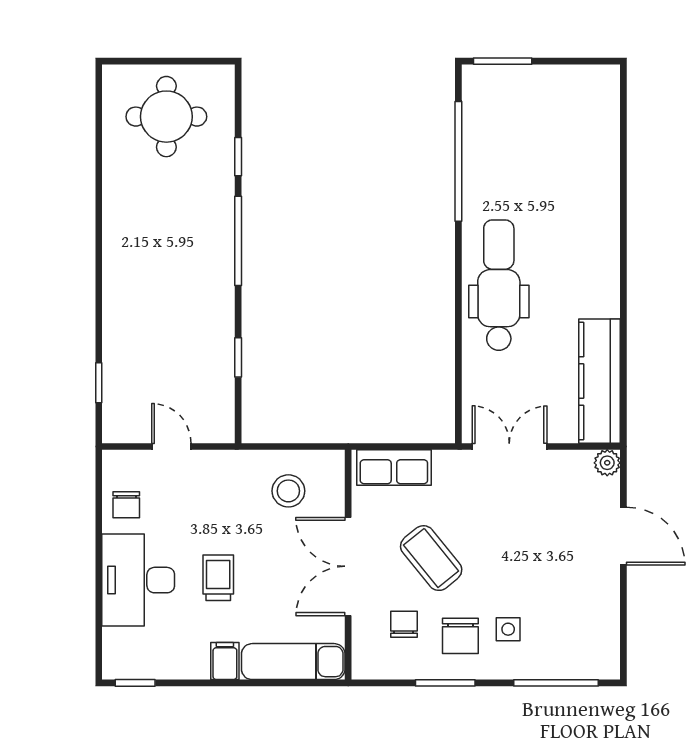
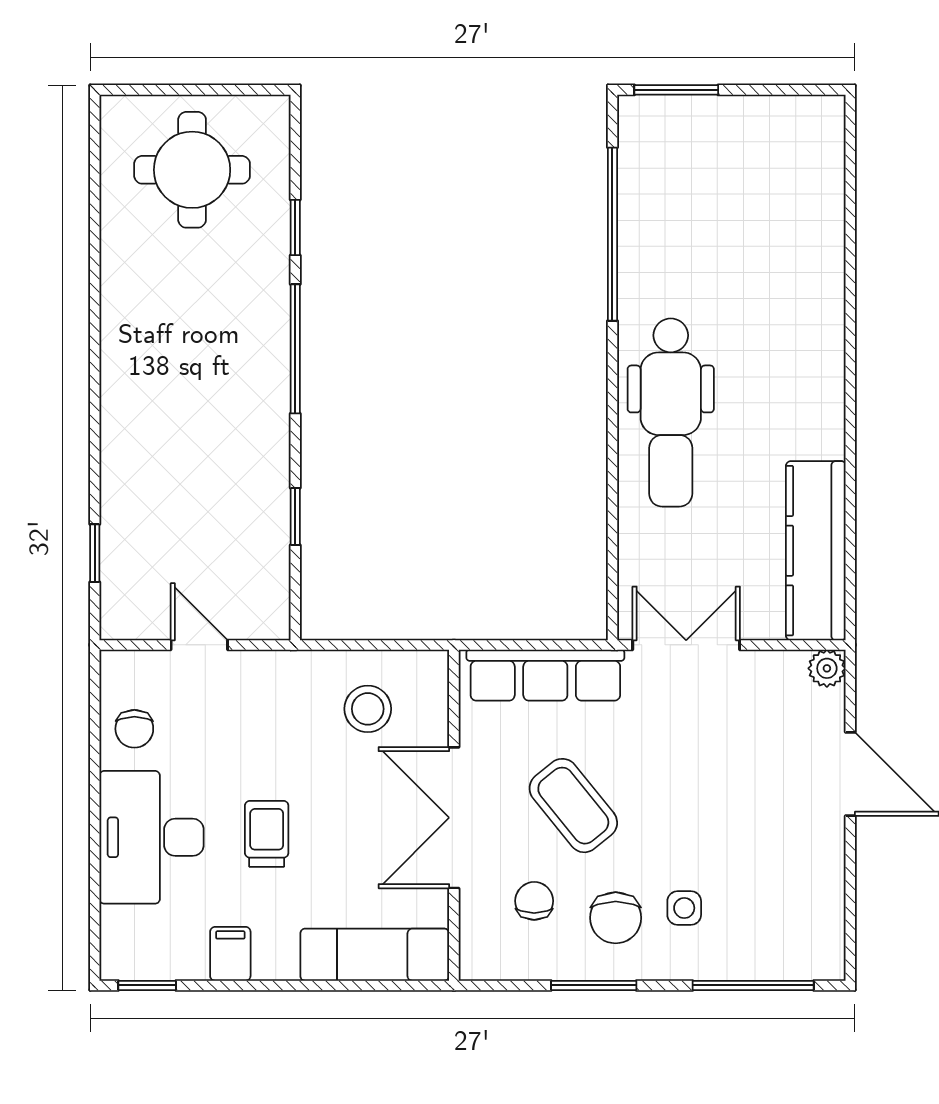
dental chair: (499, 285) -> (671, 412), turned 180
row of seats: (394, 467) -> (545, 675), width x1.48
filing cabinet: (225, 661) -> (230, 954), moved

